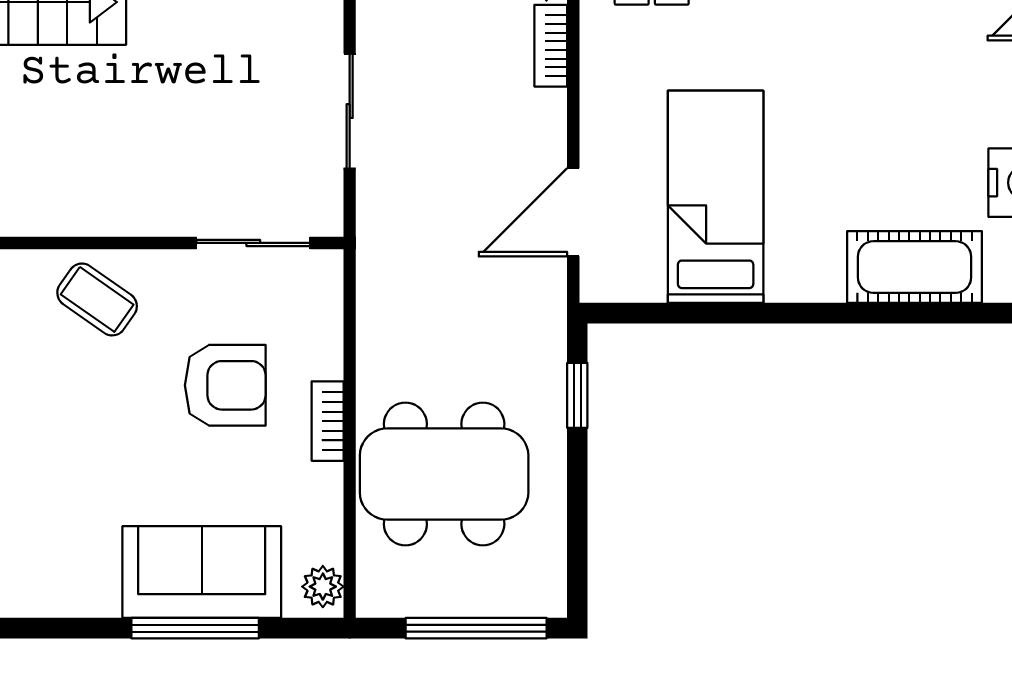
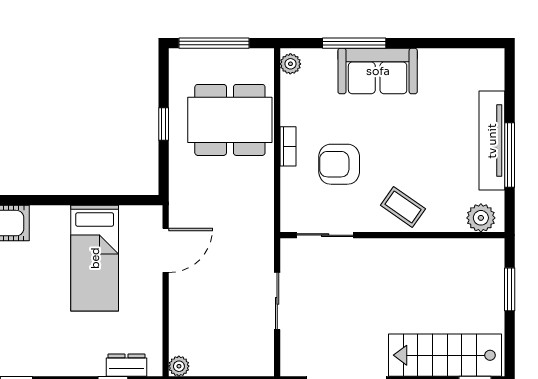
bookcase: (551, 46) -> (177, 334), removed
window: (577, 395) -> (164, 124), moved
sofa: (202, 572) -> (378, 71), moved

